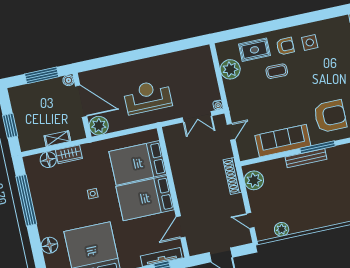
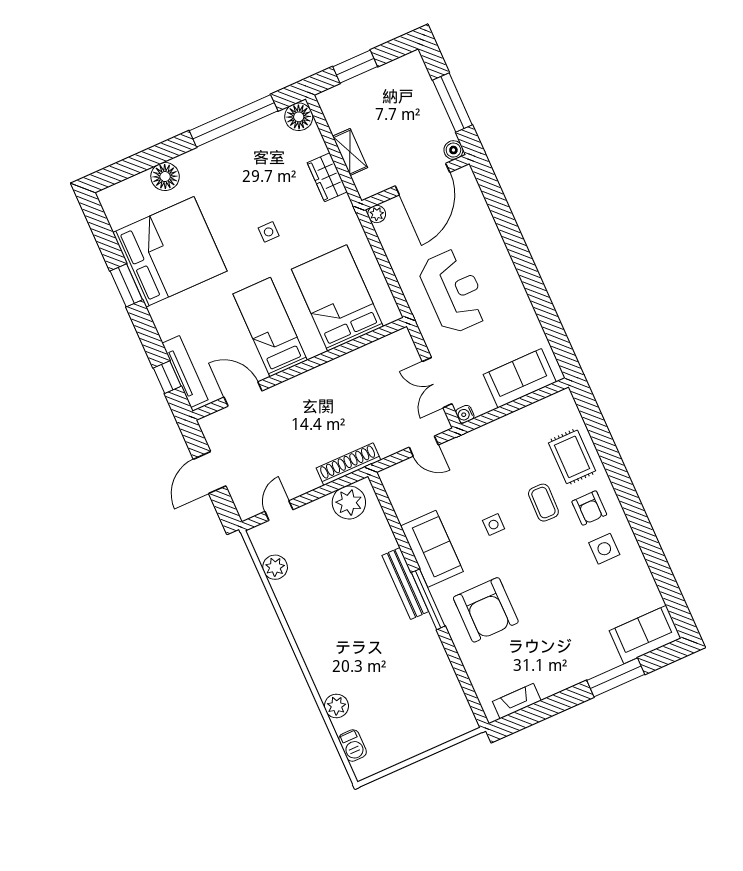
plant: (230, 69) -> (530, 422), removed
sofa: (204, 70) -> (520, 378), added
side table: (283, 102) -> (494, 525), added
plant: (99, 126) -> (377, 214), width x0.53, depth x0.53
sofa: (283, 141) -> (432, 549), width x0.73
floor lamp: (48, 160) -> (299, 117), moved
bed: (145, 198) -> (270, 327), width x0.67

